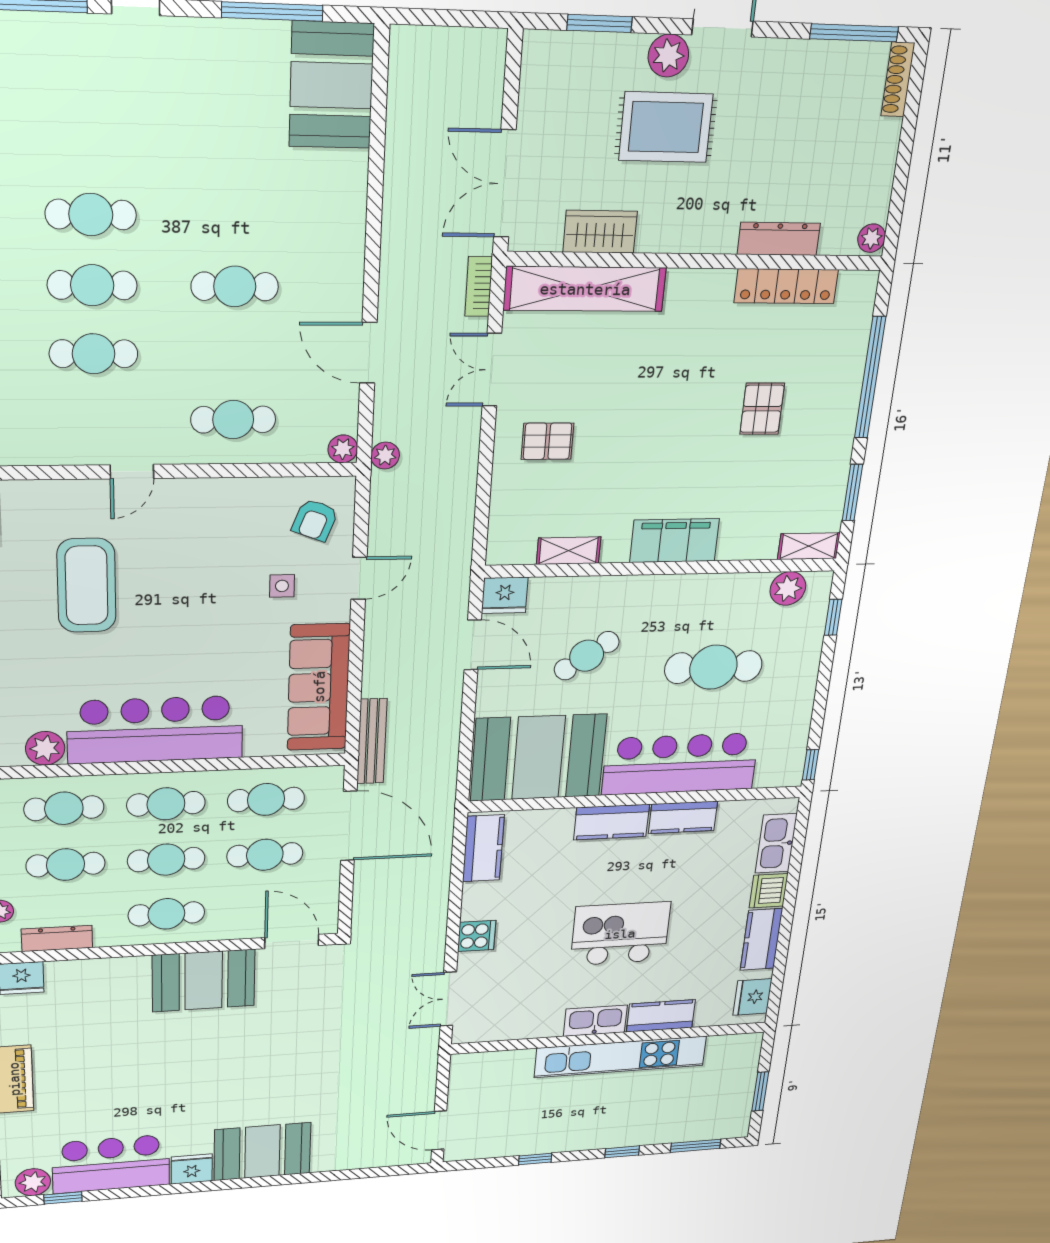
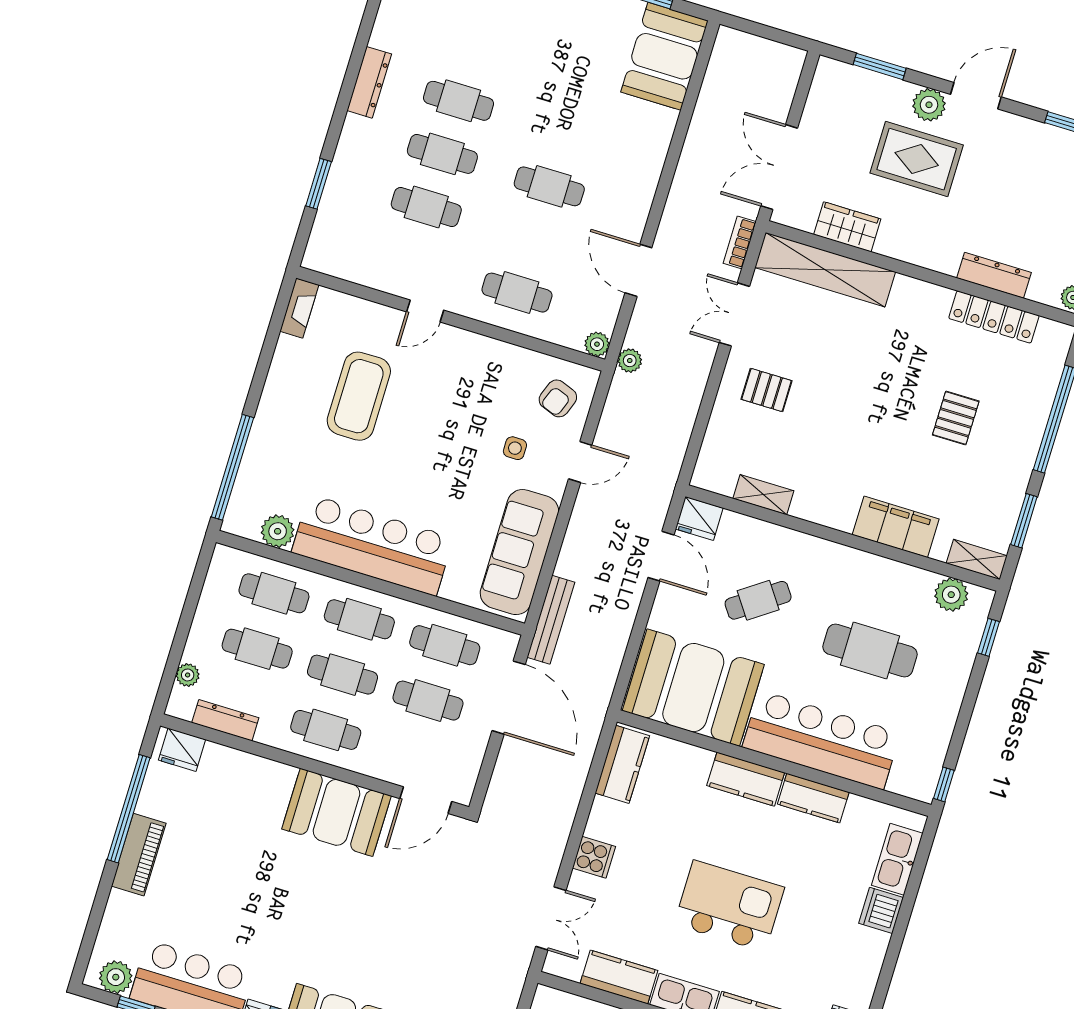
filing cabinet: (674, 541) -> (896, 527), moved
kitchen counter: (761, 939) -> (619, 977), moved, turned 90
door: (292, 942) -> (426, 800), swing flipped
double door: (448, 999) -> (551, 918), swing flipped

